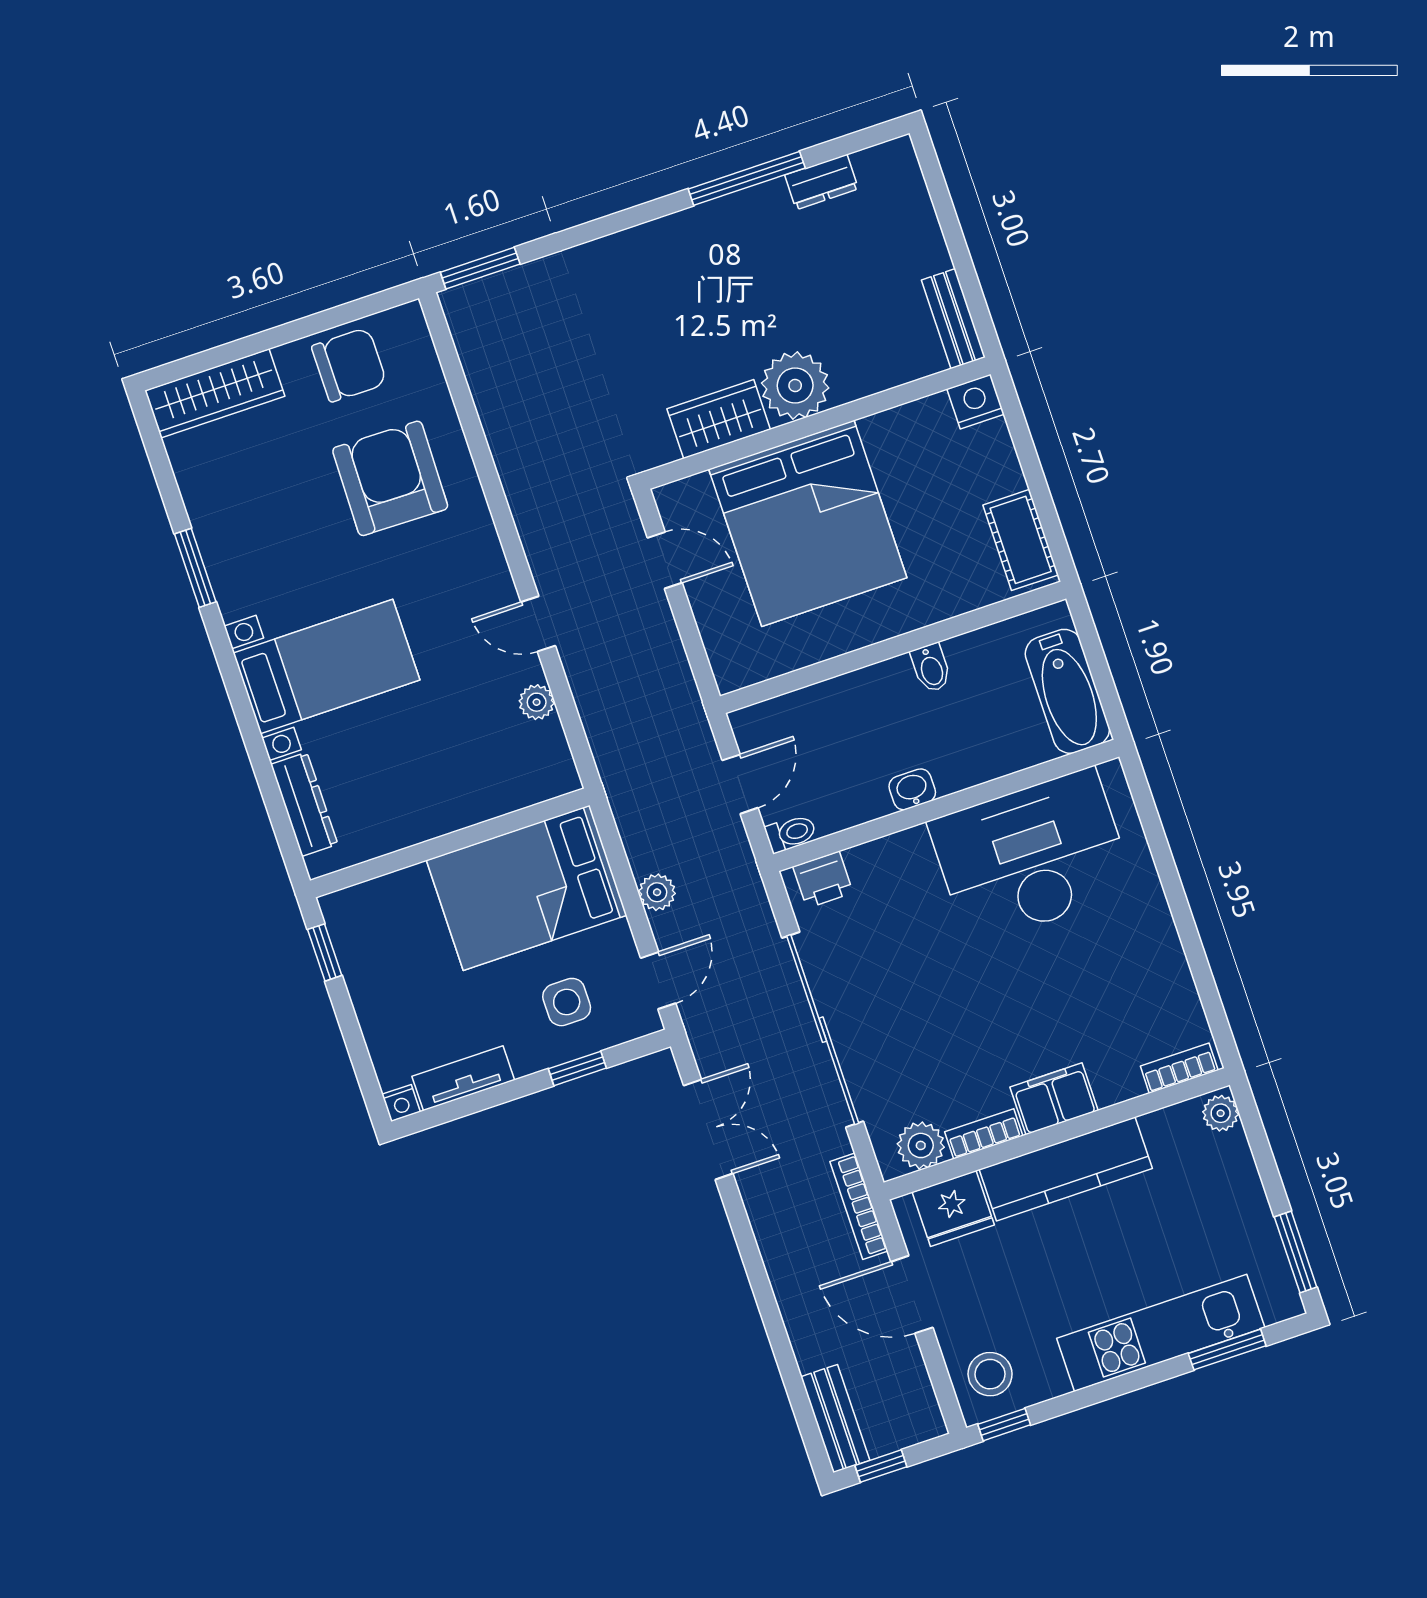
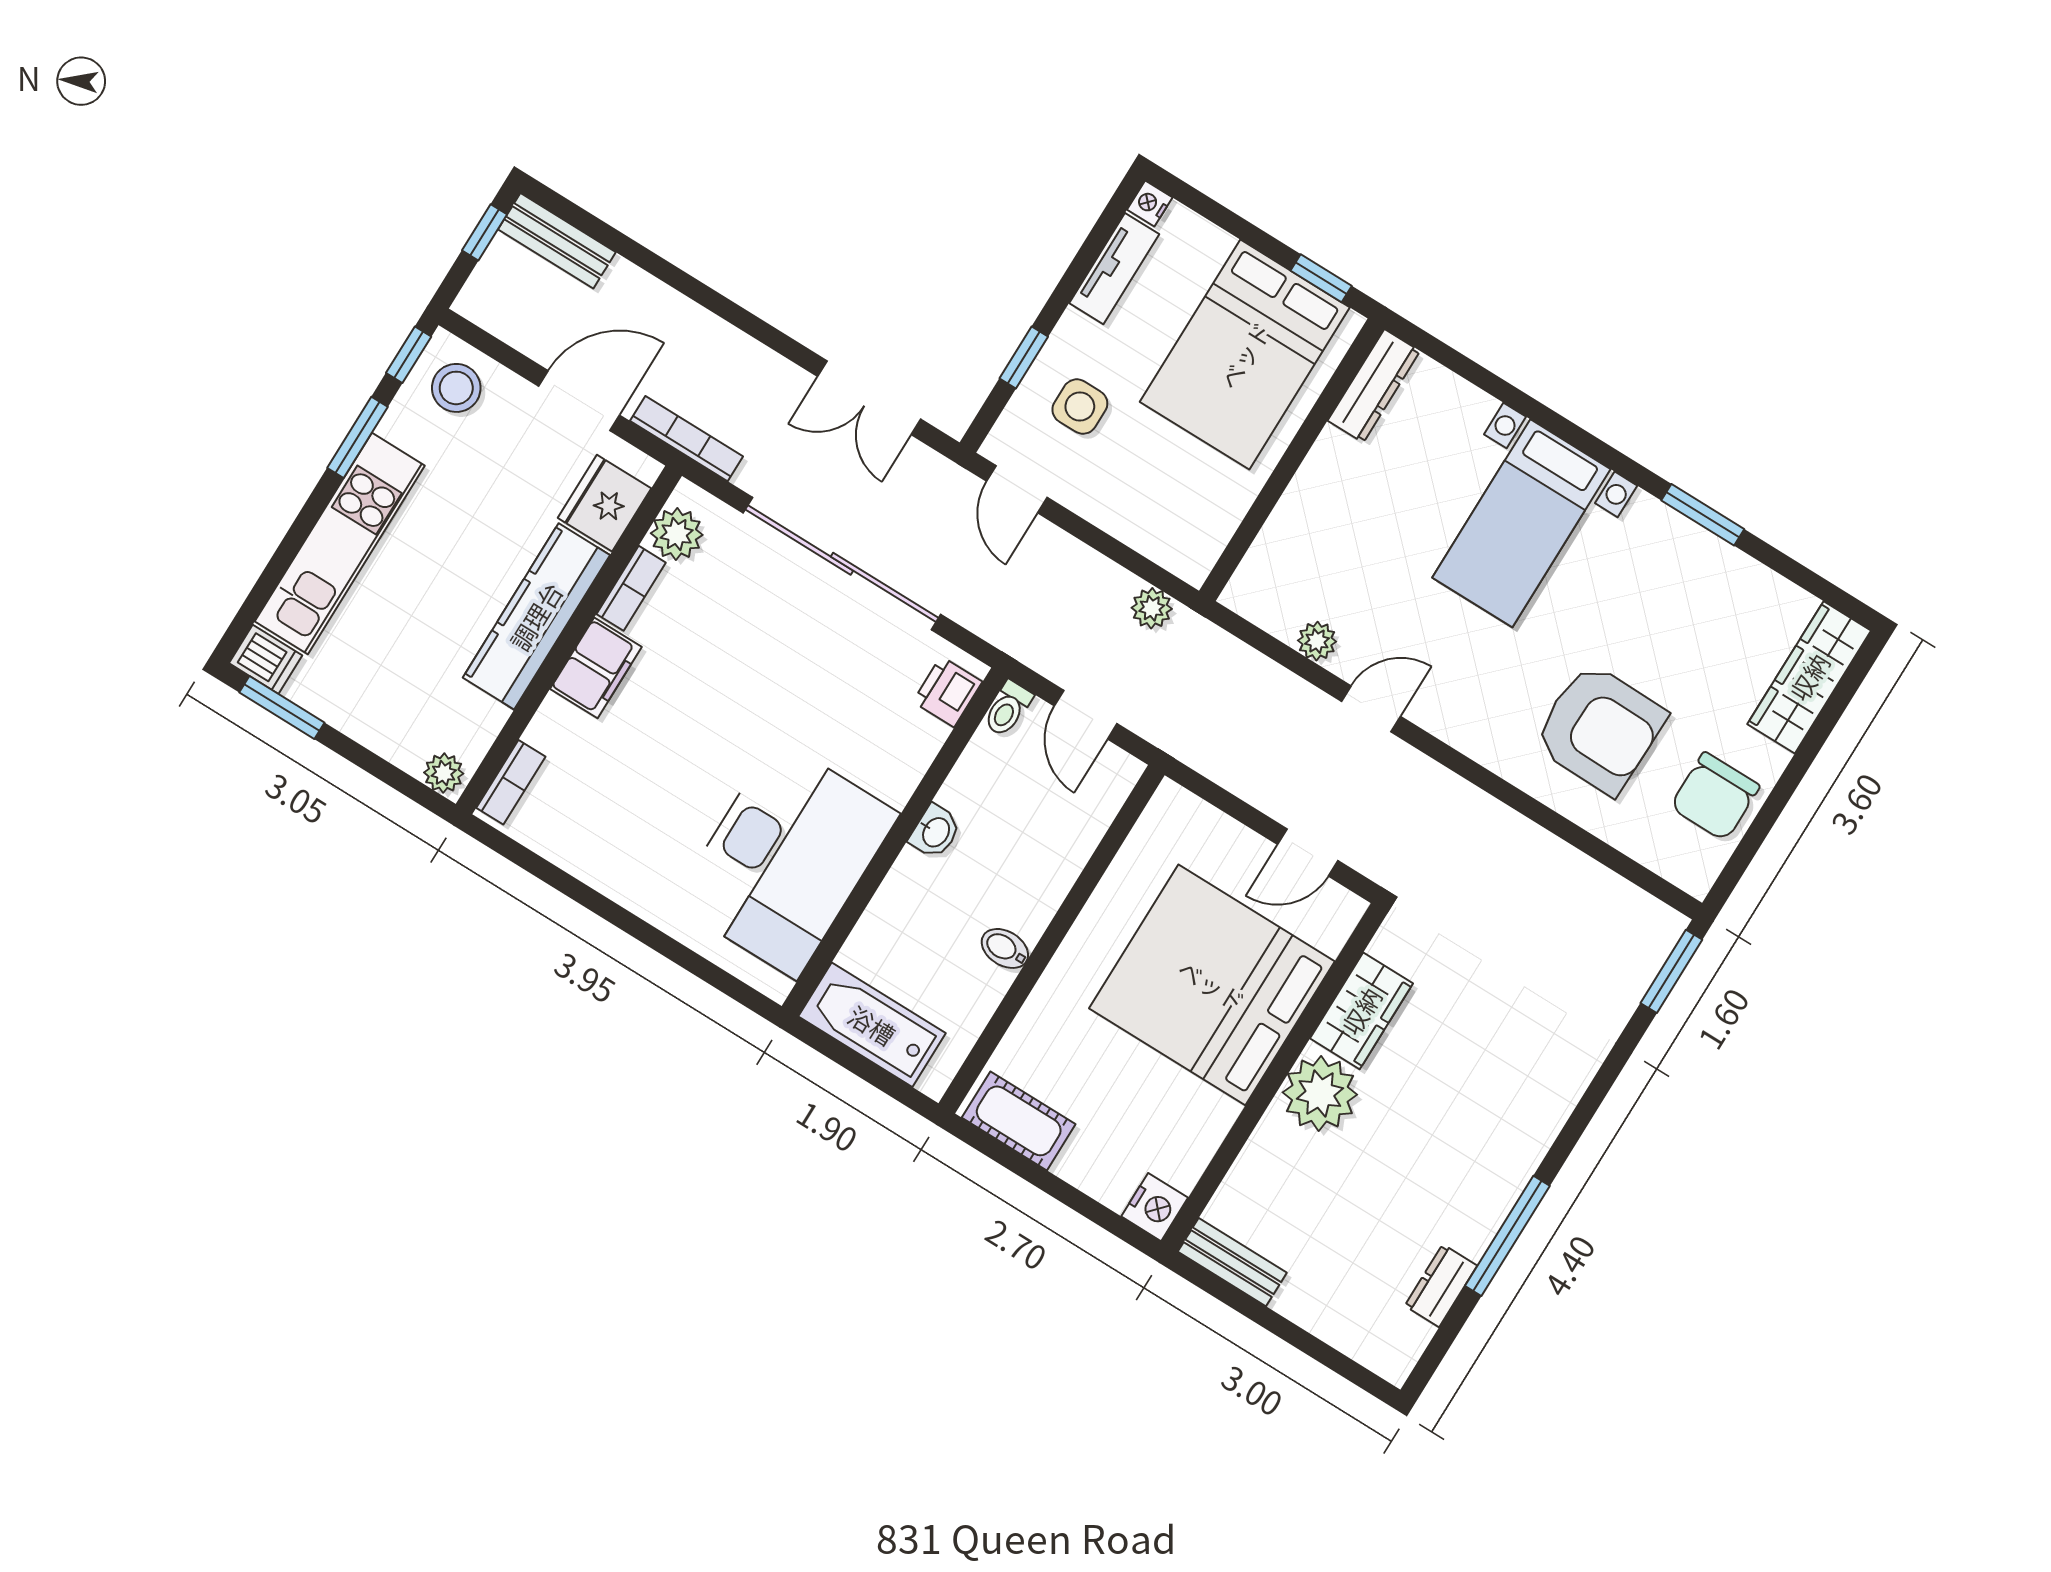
dresser: (304, 804) -> (1374, 386), moved, turned -90
bed: (527, 888) -> (1245, 355), moved, turned 180
plant: (657, 892) -> (1152, 608), moved
dishwasher: (1279, 1295) -> (266, 659), added
window: (1227, 1350) -> (357, 437), moved

